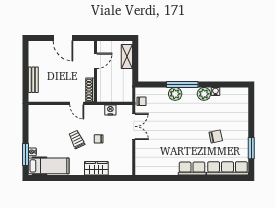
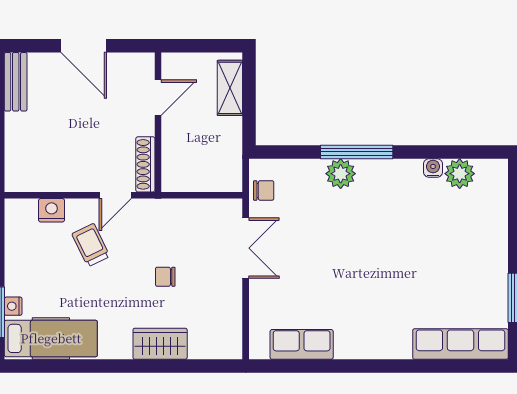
bench: (33, 80) -> (16, 82), moved
plant: (204, 94) -> (460, 174), moved
door: (77, 103) -> (115, 195), hinge flipped
nightstand: (110, 110) -> (52, 210), moved
chair: (216, 136) -> (434, 271), removed
trolley: (77, 139) -> (91, 245), moved
row of seats: (192, 168) -> (302, 344), moved

